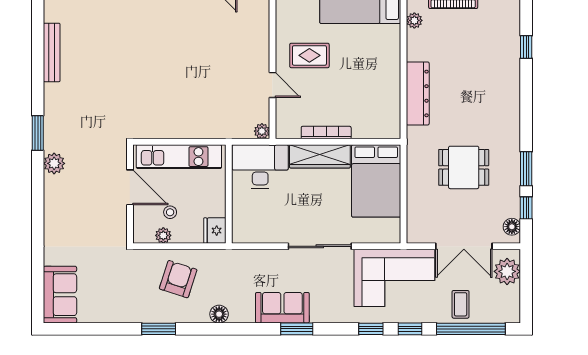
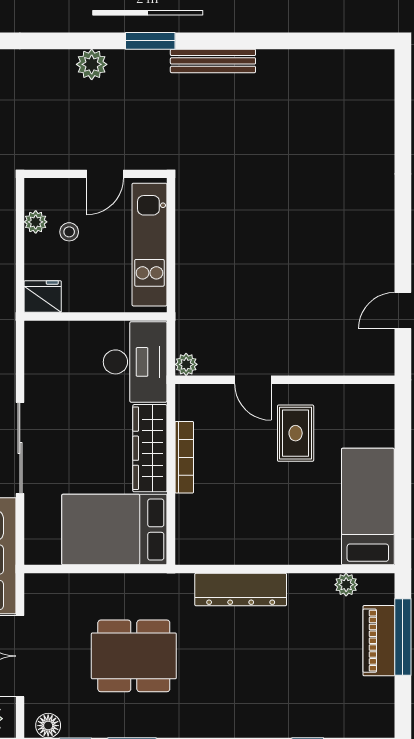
bench: (52, 52) -> (213, 61), moved
door: (272, 85) -> (253, 380), hinge flipped
window: (38, 133) -> (150, 41), moved
plant: (54, 163) -> (92, 64), moved
dining table: (464, 167) -> (134, 656), width x1.38
door: (130, 187) -> (105, 174), width x0.73

